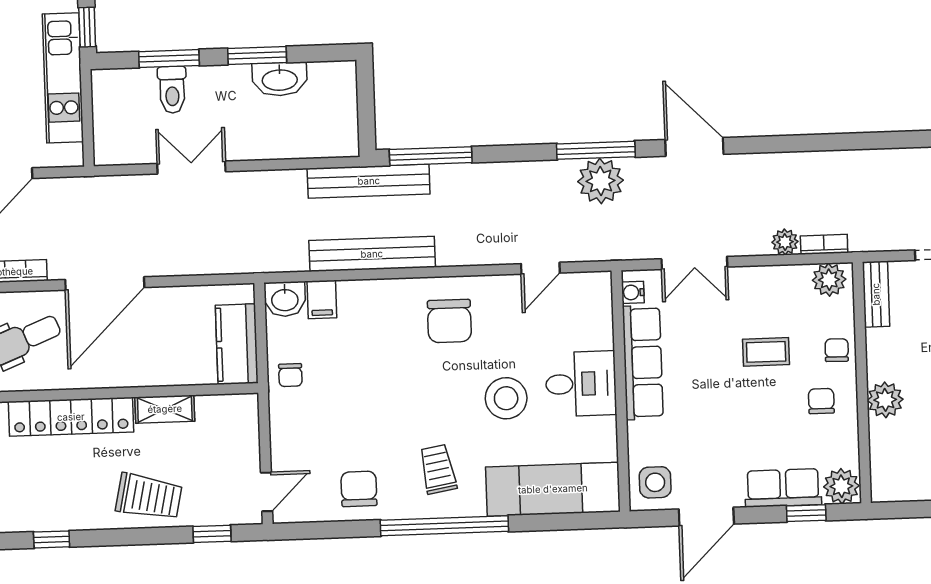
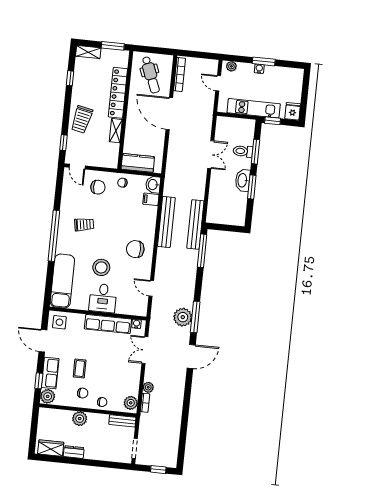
washbasin: (280, 79) -> (243, 180), moved
coffee table: (766, 352) -> (80, 369), moved
trolley: (438, 469) -> (84, 225), moved
chair: (359, 489) -> (98, 187), moved

